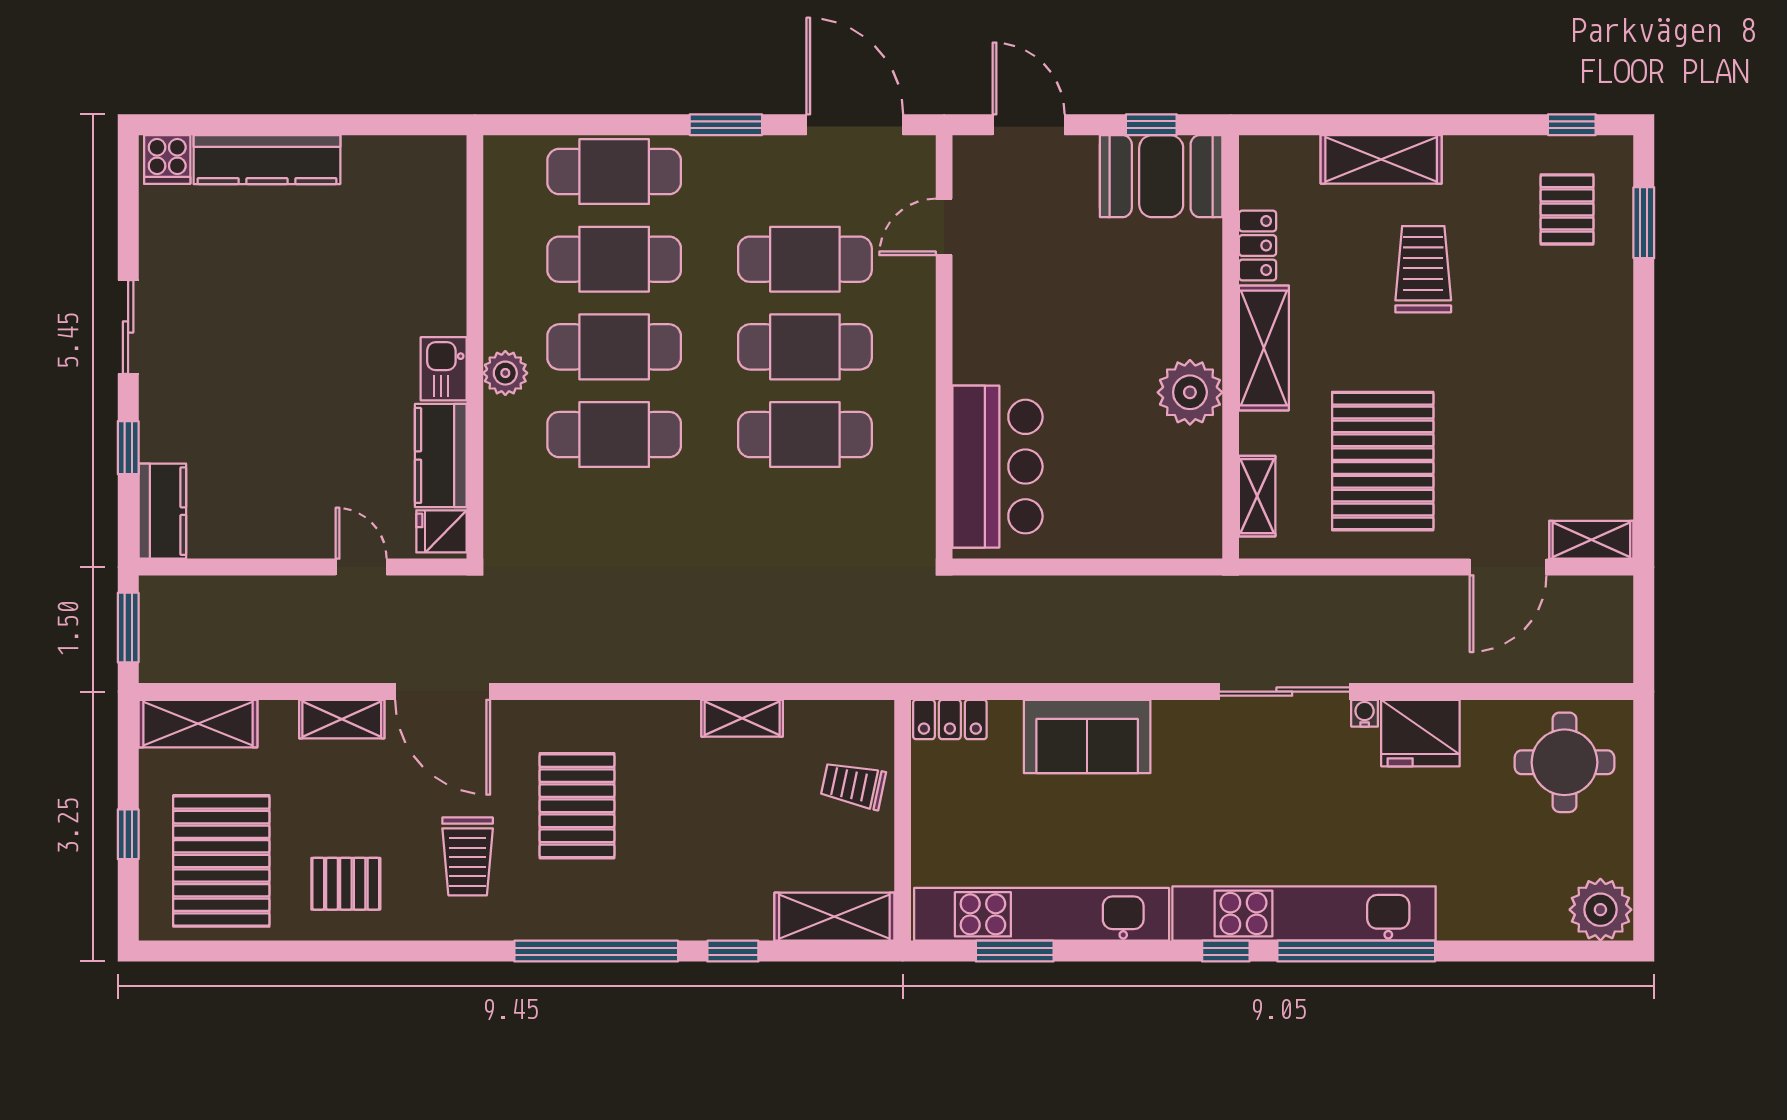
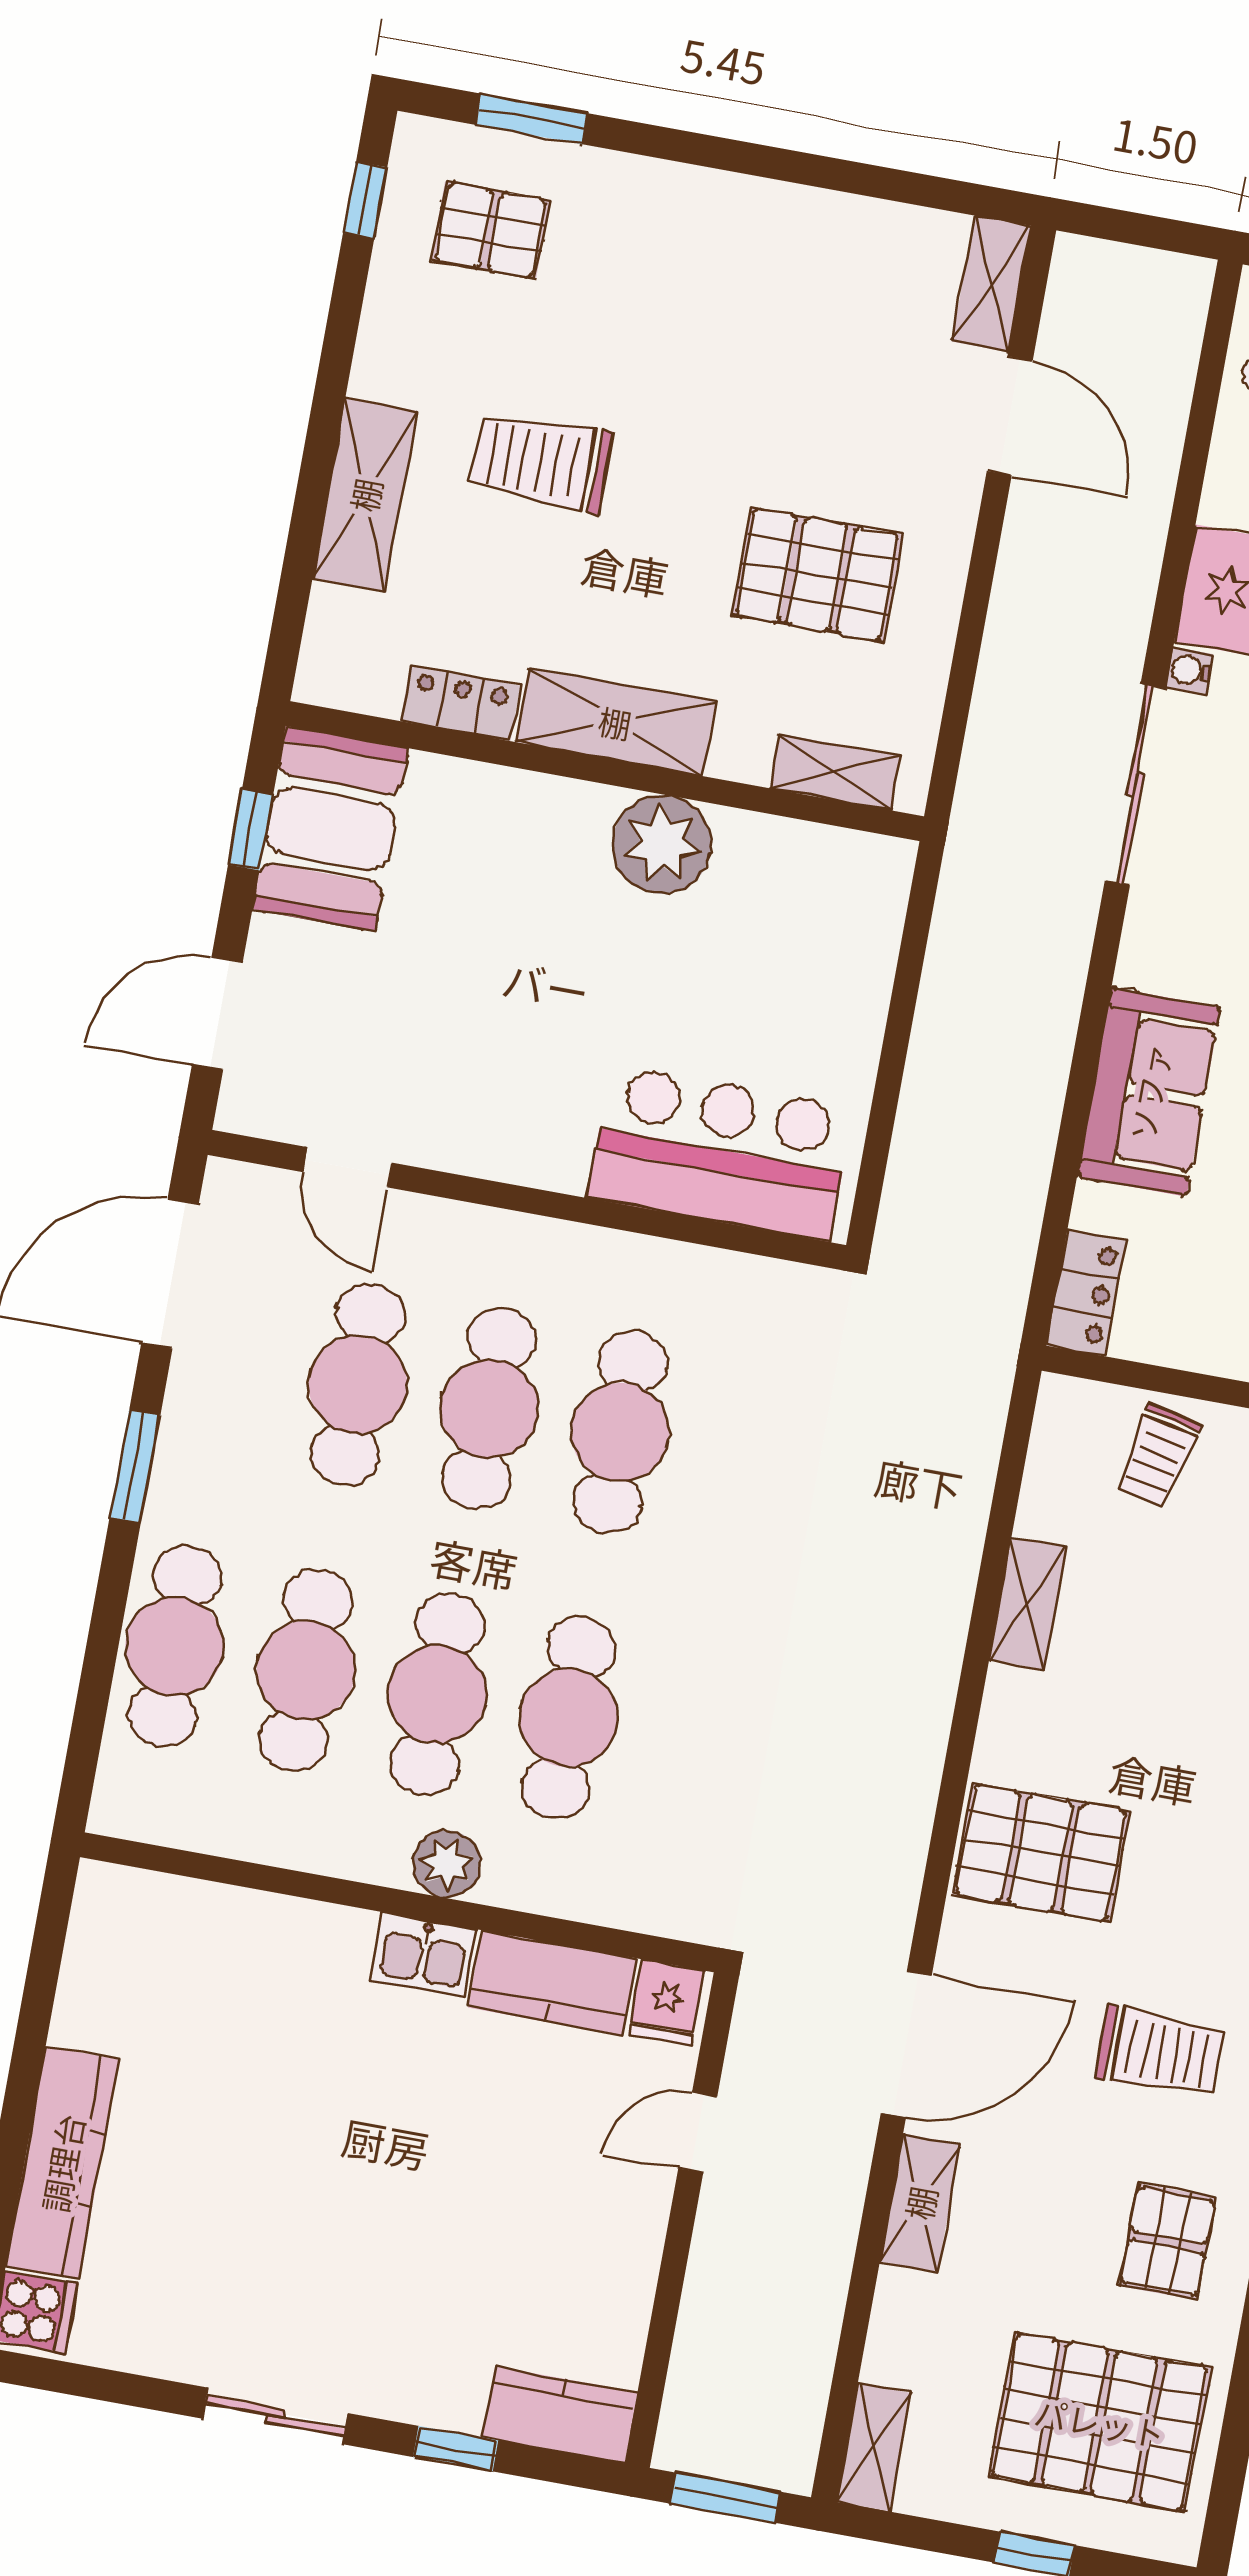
pallet: (1383, 461) -> (817, 575), width x0.73, depth x0.71
shelving: (198, 724) -> (873, 2447), width x0.67, depth x0.75
pallet: (577, 806) -> (1041, 1853), moved

